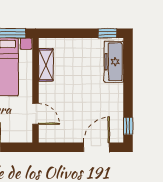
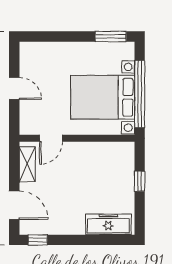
window: (107, 33) -> (140, 181), moved
shelving: (46, 65) -> (27, 164), moved, turned 90

